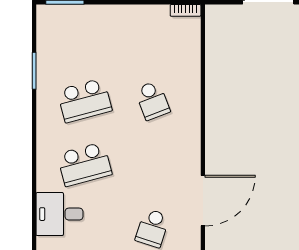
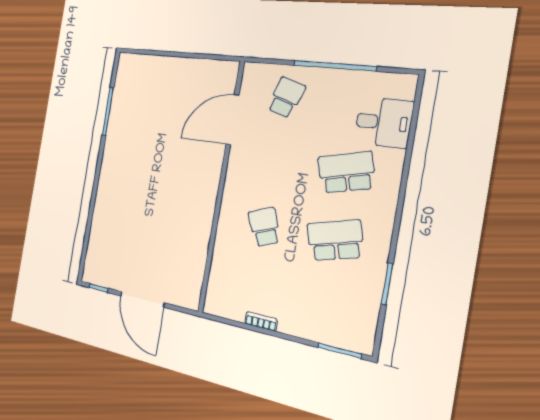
bookcase: (186, 10) -> (261, 321), moved

